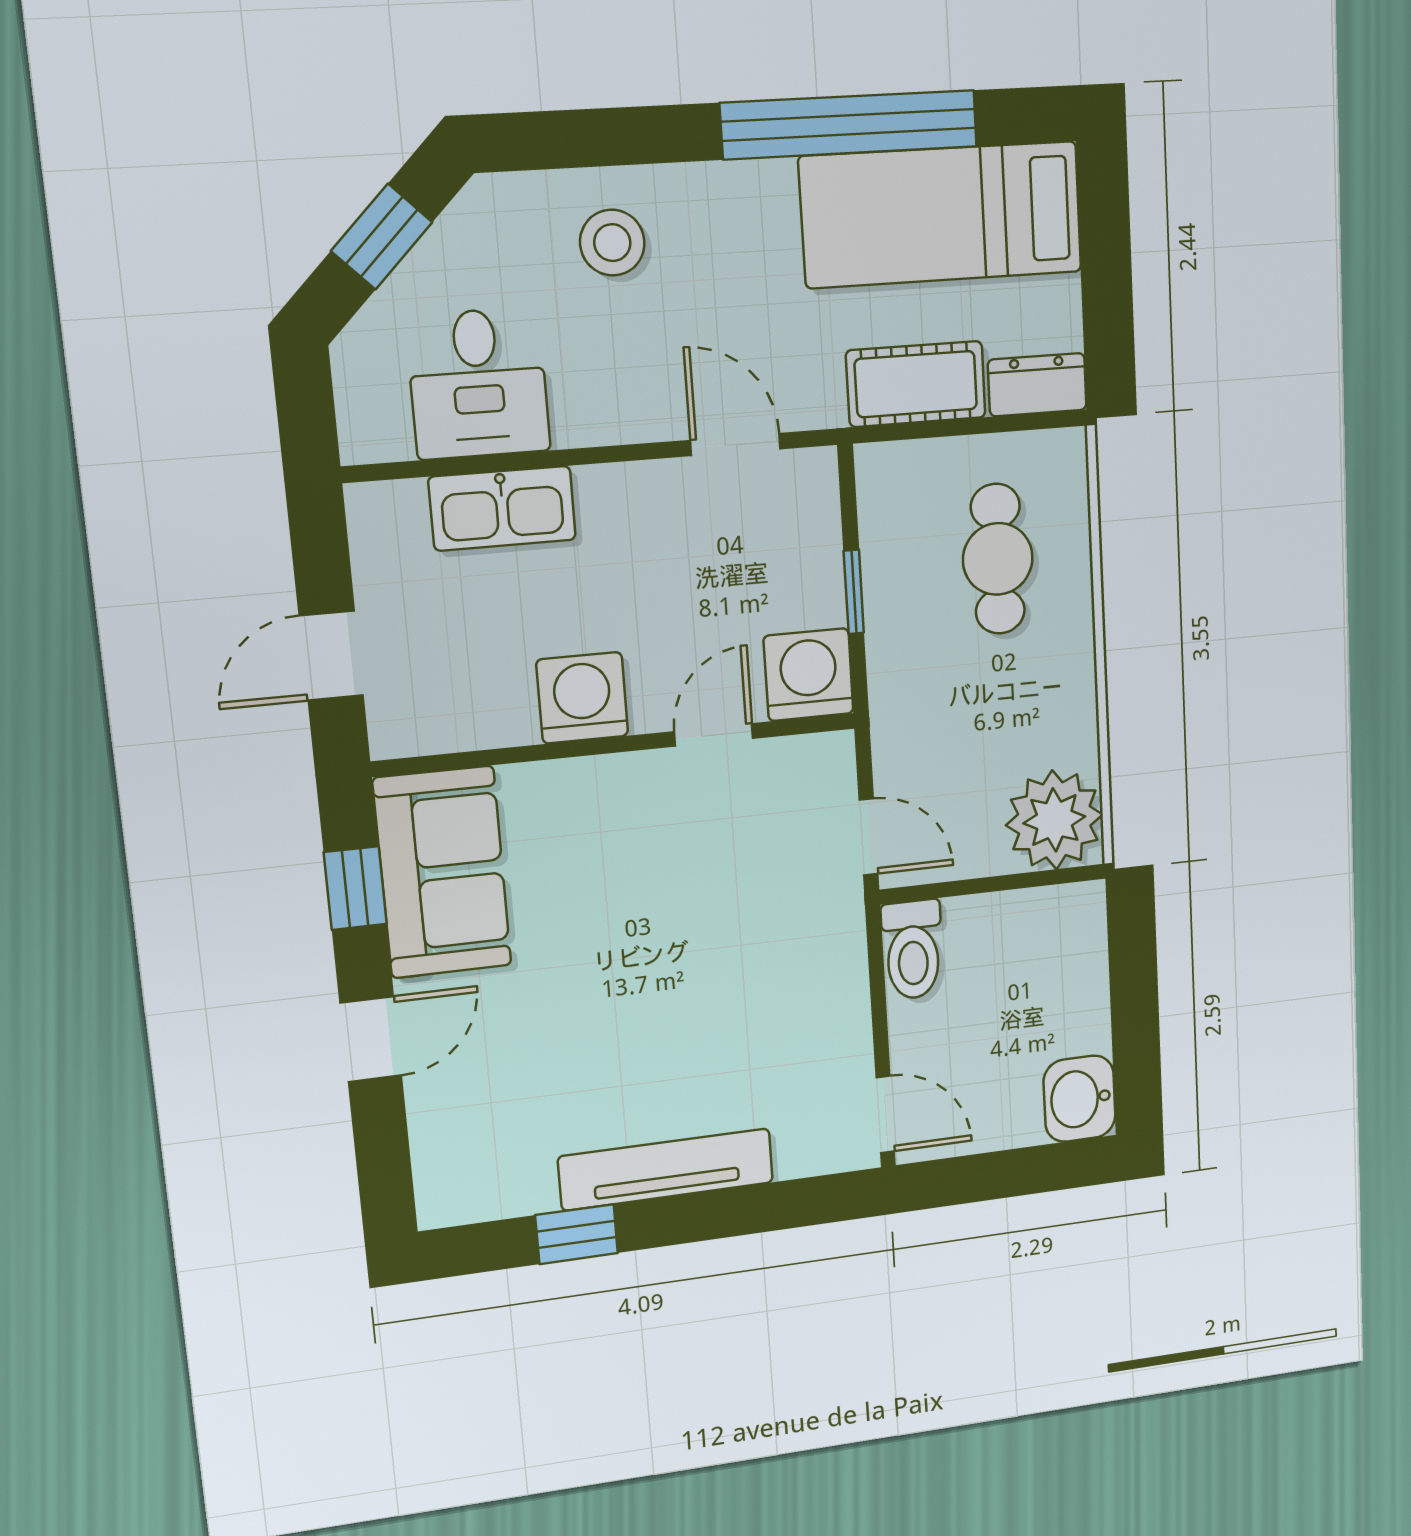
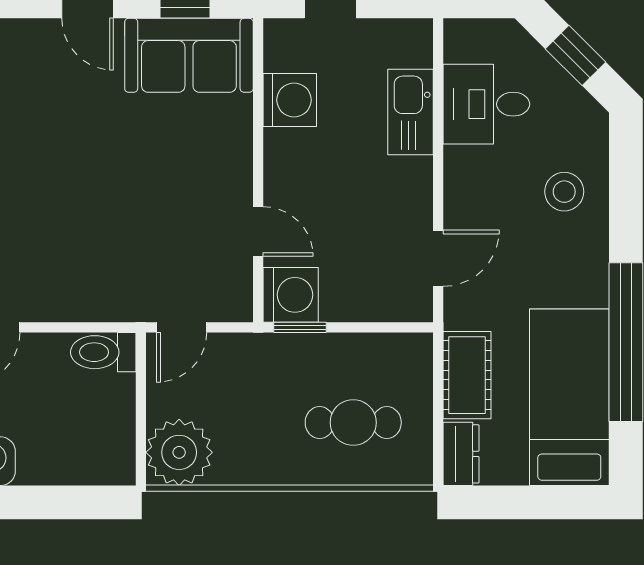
window: (854, 592) -> (300, 327), moved
washing machine: (582, 698) -> (290, 100), moved

